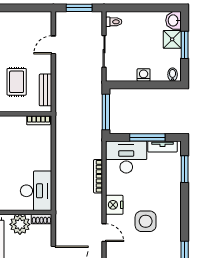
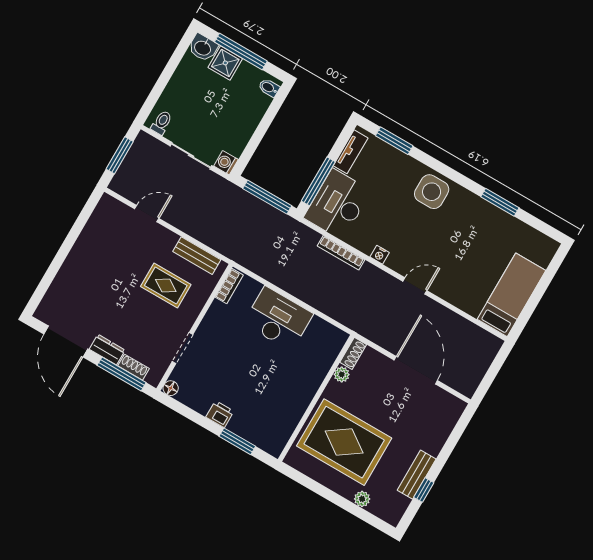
door: (53, 45) -> (147, 214), swing flipped
window: (185, 45) -> (241, 51), width x1.44
washing machine: (144, 75) -> (226, 163), moved
window: (147, 137) -> (318, 181), moved
desk: (36, 191) -> (278, 319), moved
nightstand: (114, 205) -> (380, 255), width x0.53, depth x0.56
side table: (146, 221) -> (432, 192), moved
plant: (20, 224) -> (342, 374), width x0.53, depth x0.53

